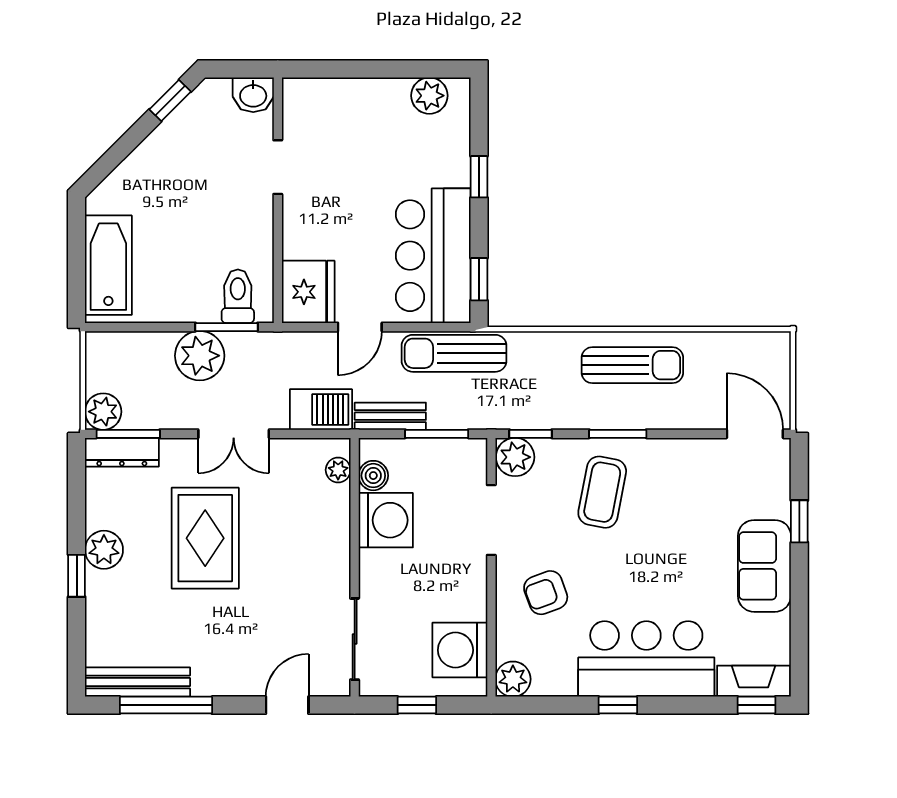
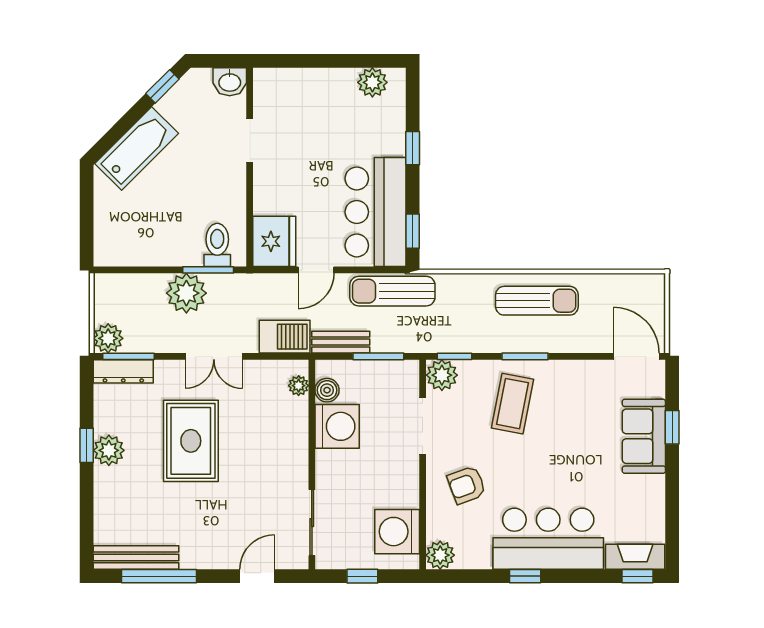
bathtub: (108, 265) -> (137, 149), moved, turned 45
sofa: (764, 566) -> (644, 436), moved
window: (77, 576) -> (87, 445), moved

